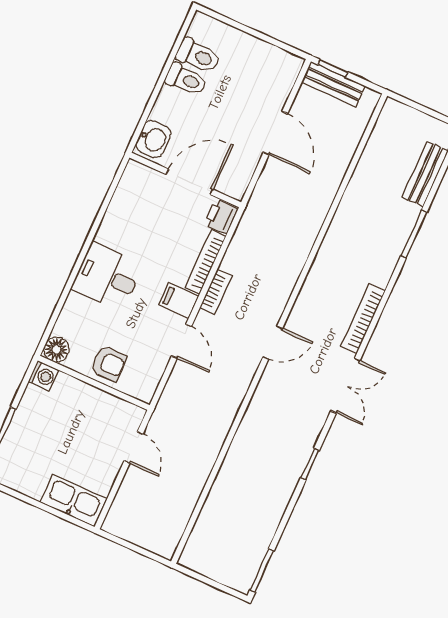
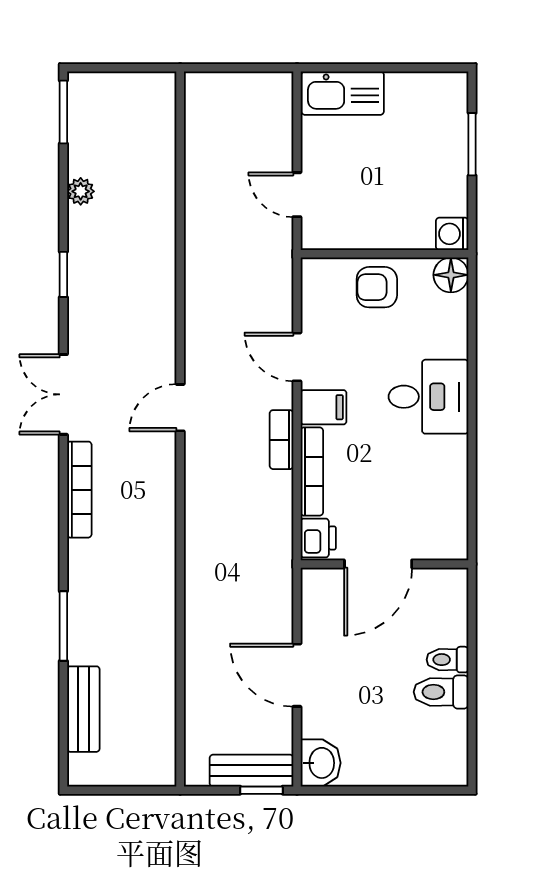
toilet: (198, 56) -> (447, 660), moved, width x0.73, depth x0.72
washbasin: (153, 139) -> (321, 763), moved, turned 180
plant: (274, 514) -> (81, 191), added

